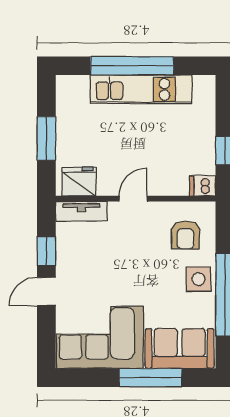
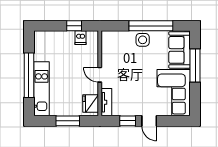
kitchen unit: (141, 89) -> (42, 89), moved
dishwasher: (203, 186) -> (81, 38), moved
armchair: (185, 235) -> (119, 47), removed

